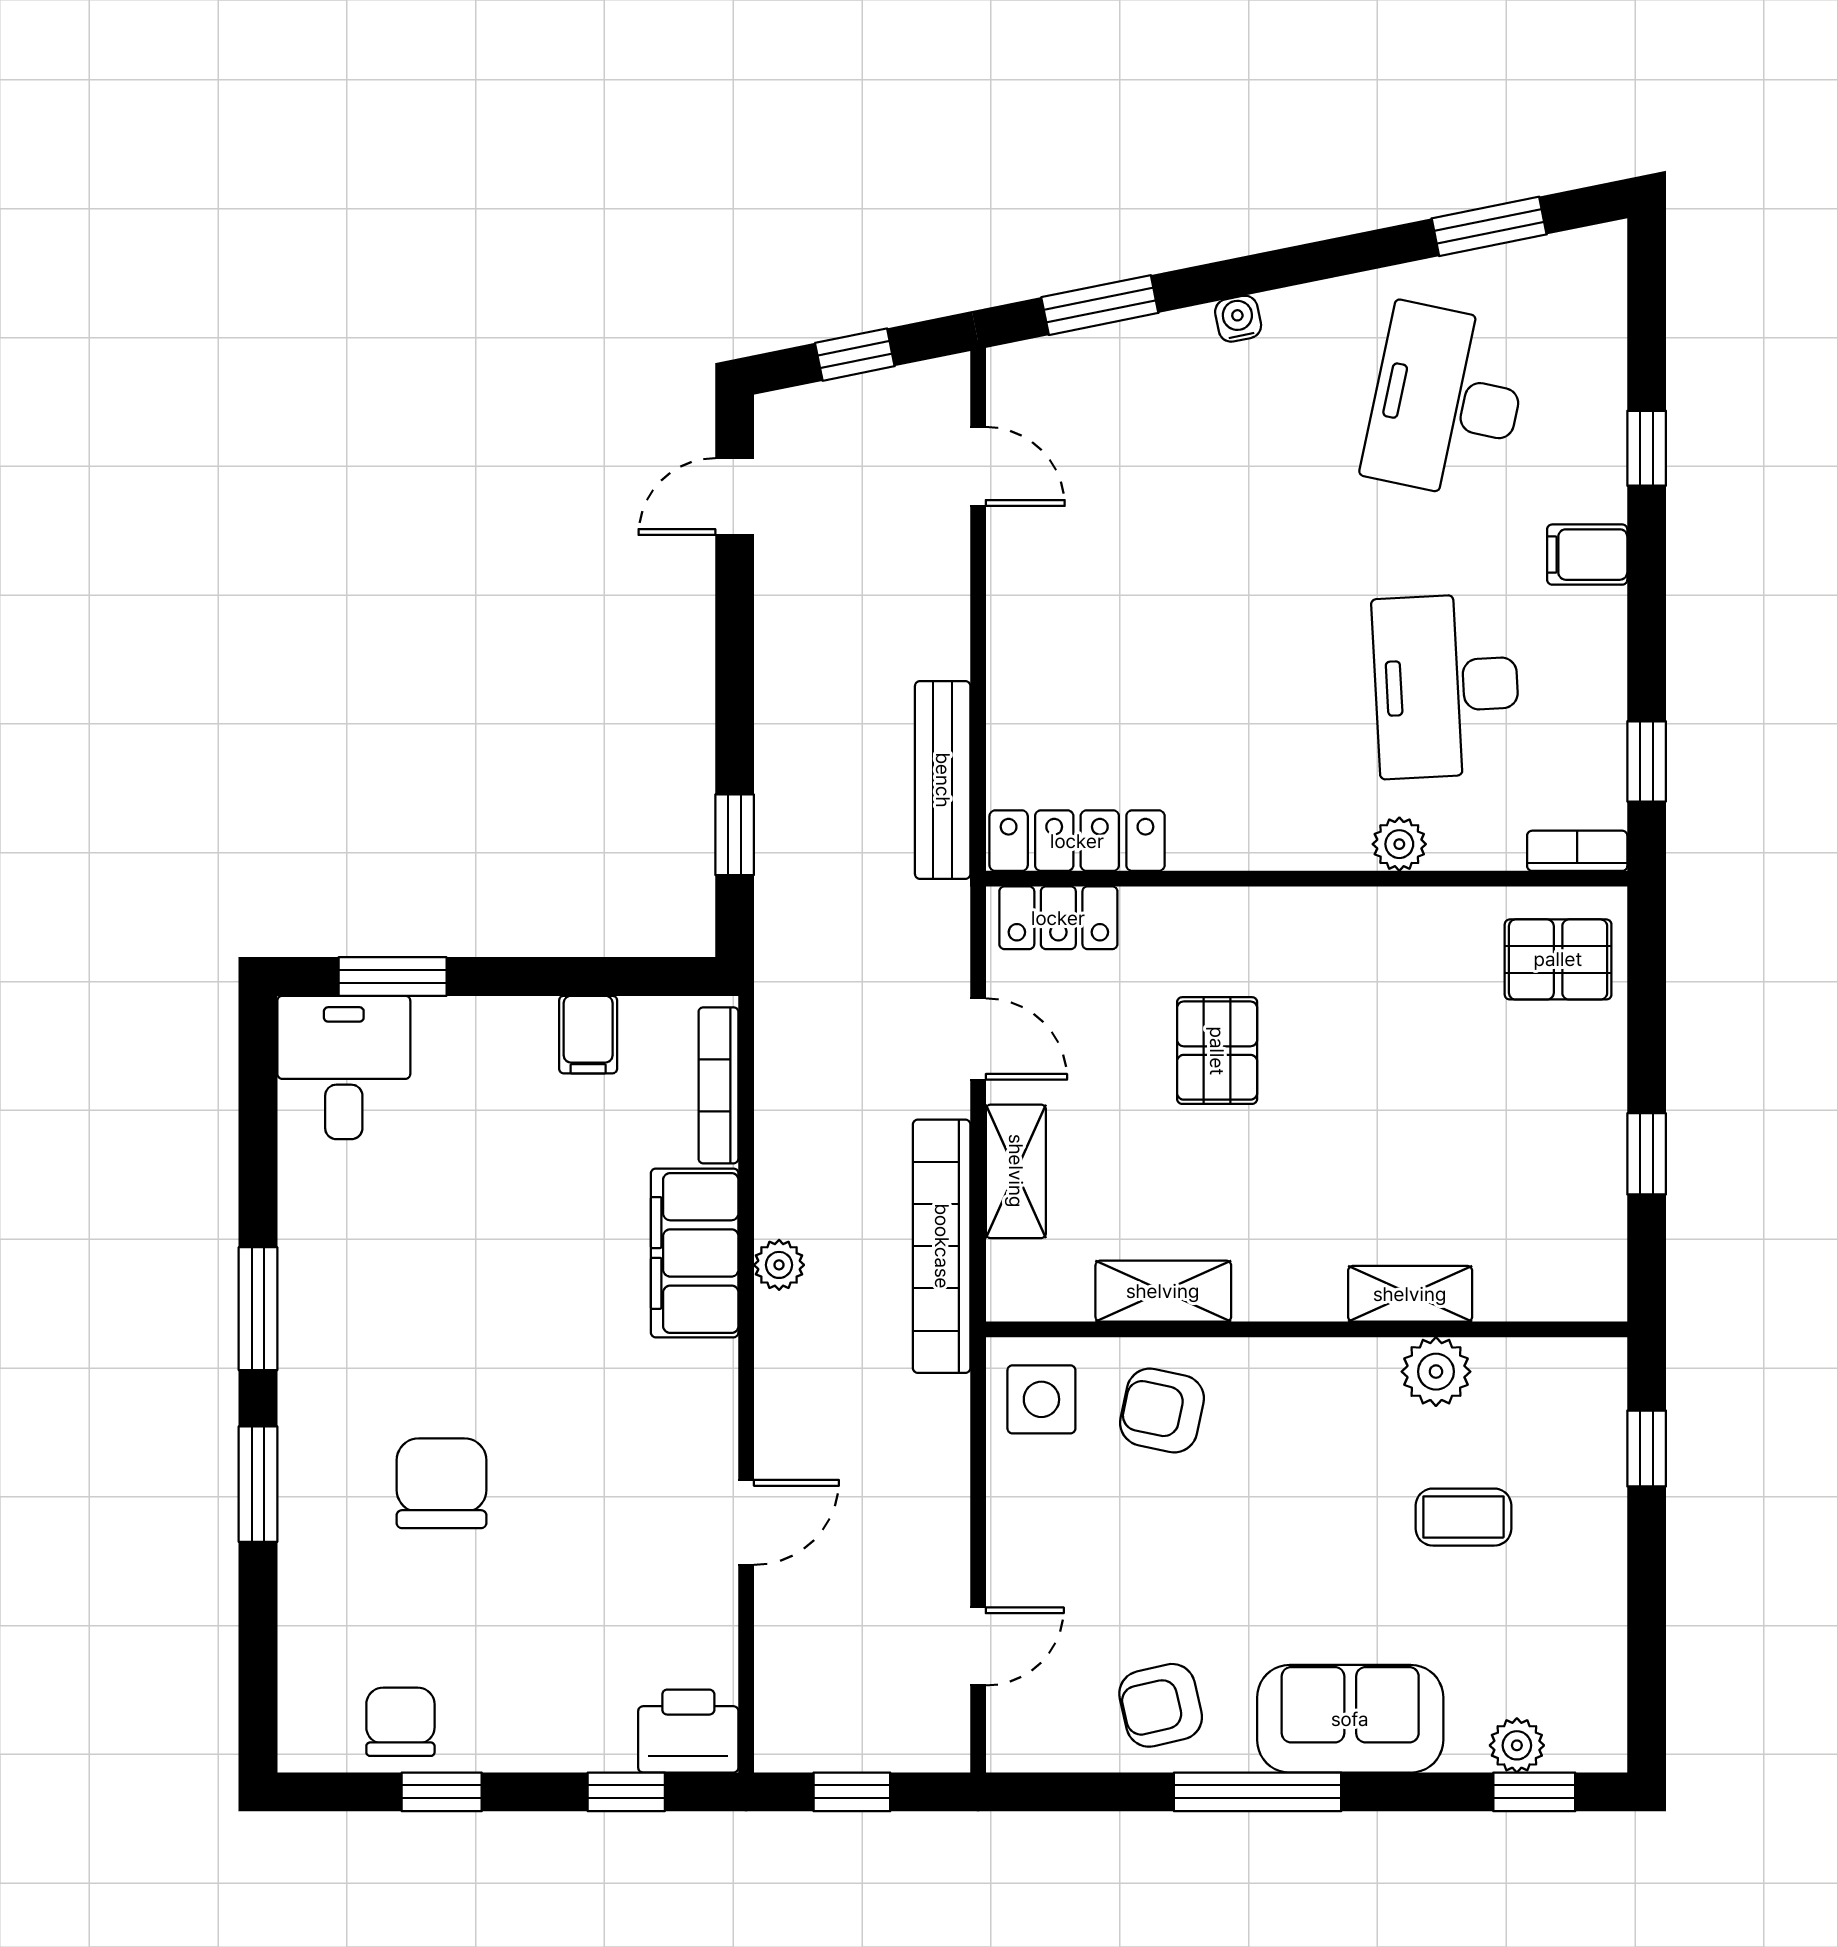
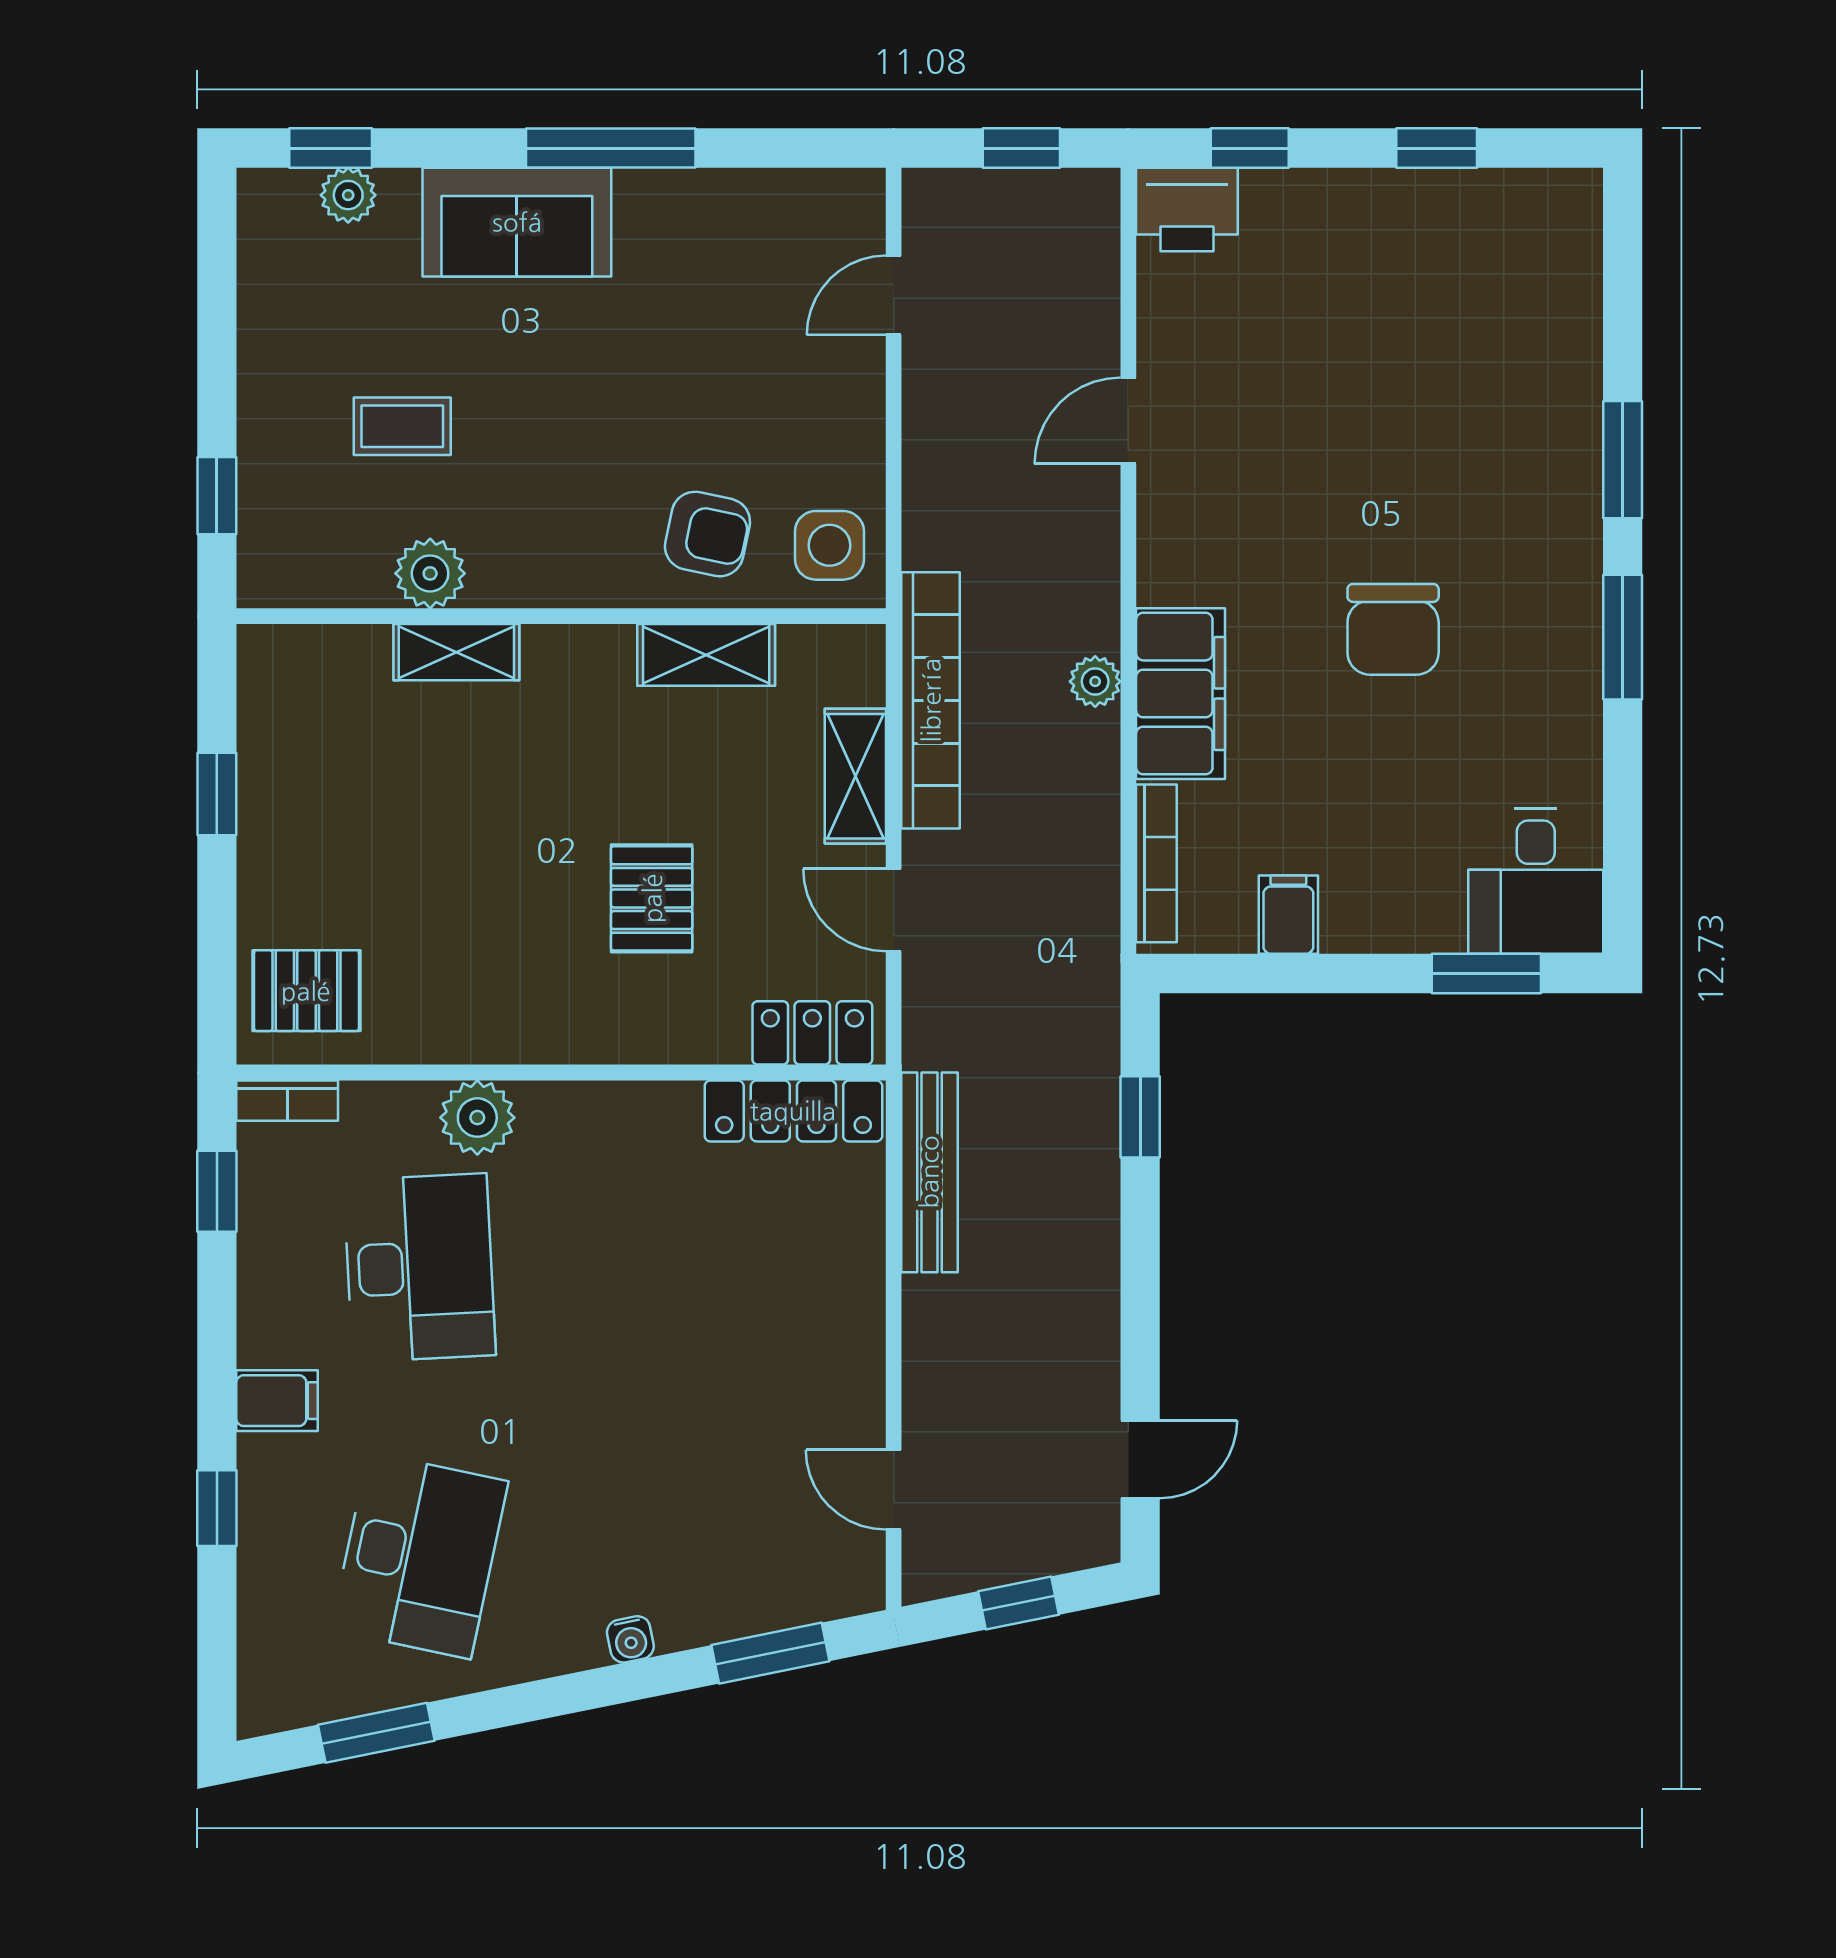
plant: (1399, 844) -> (477, 1118), width x1.38, depth x1.38
chair: (442, 1483) -> (1393, 629), moved
armchair: (1161, 1705) -> (709, 236), removed
chair: (400, 1722) -> (1478, 219), removed

